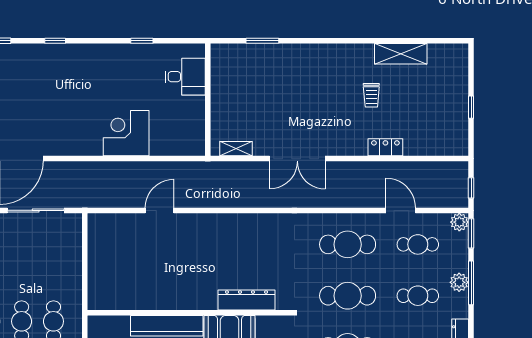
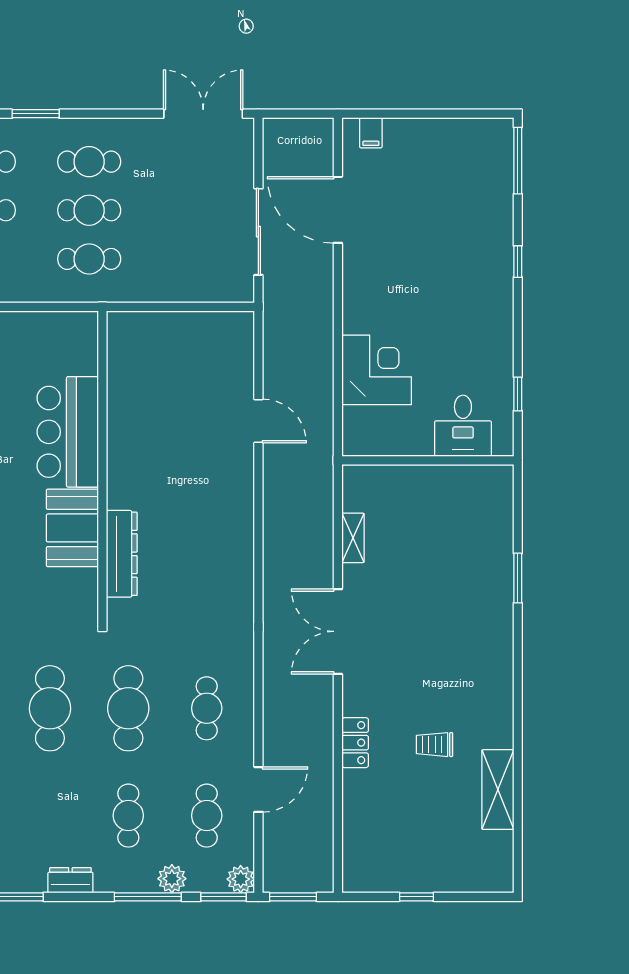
desk: (185, 77) -> (463, 426), moved
wall: (208, 100) -> (428, 460), moved
locker: (385, 147) -> (355, 743), moved
window: (471, 188) -> (293, 897), width x1.50
cafe table: (348, 244) -> (207, 708), width x0.73, depth x0.74
plant: (459, 282) -> (172, 879), moved

